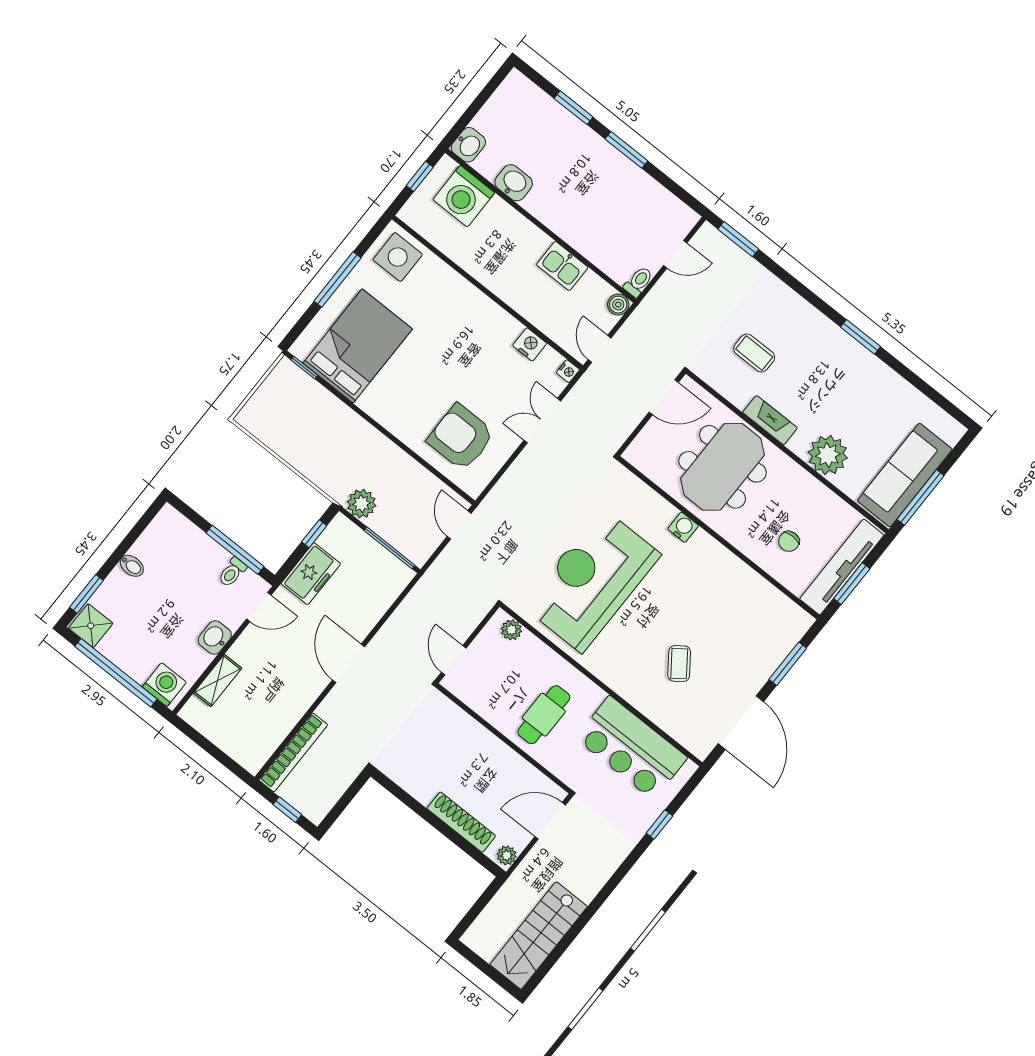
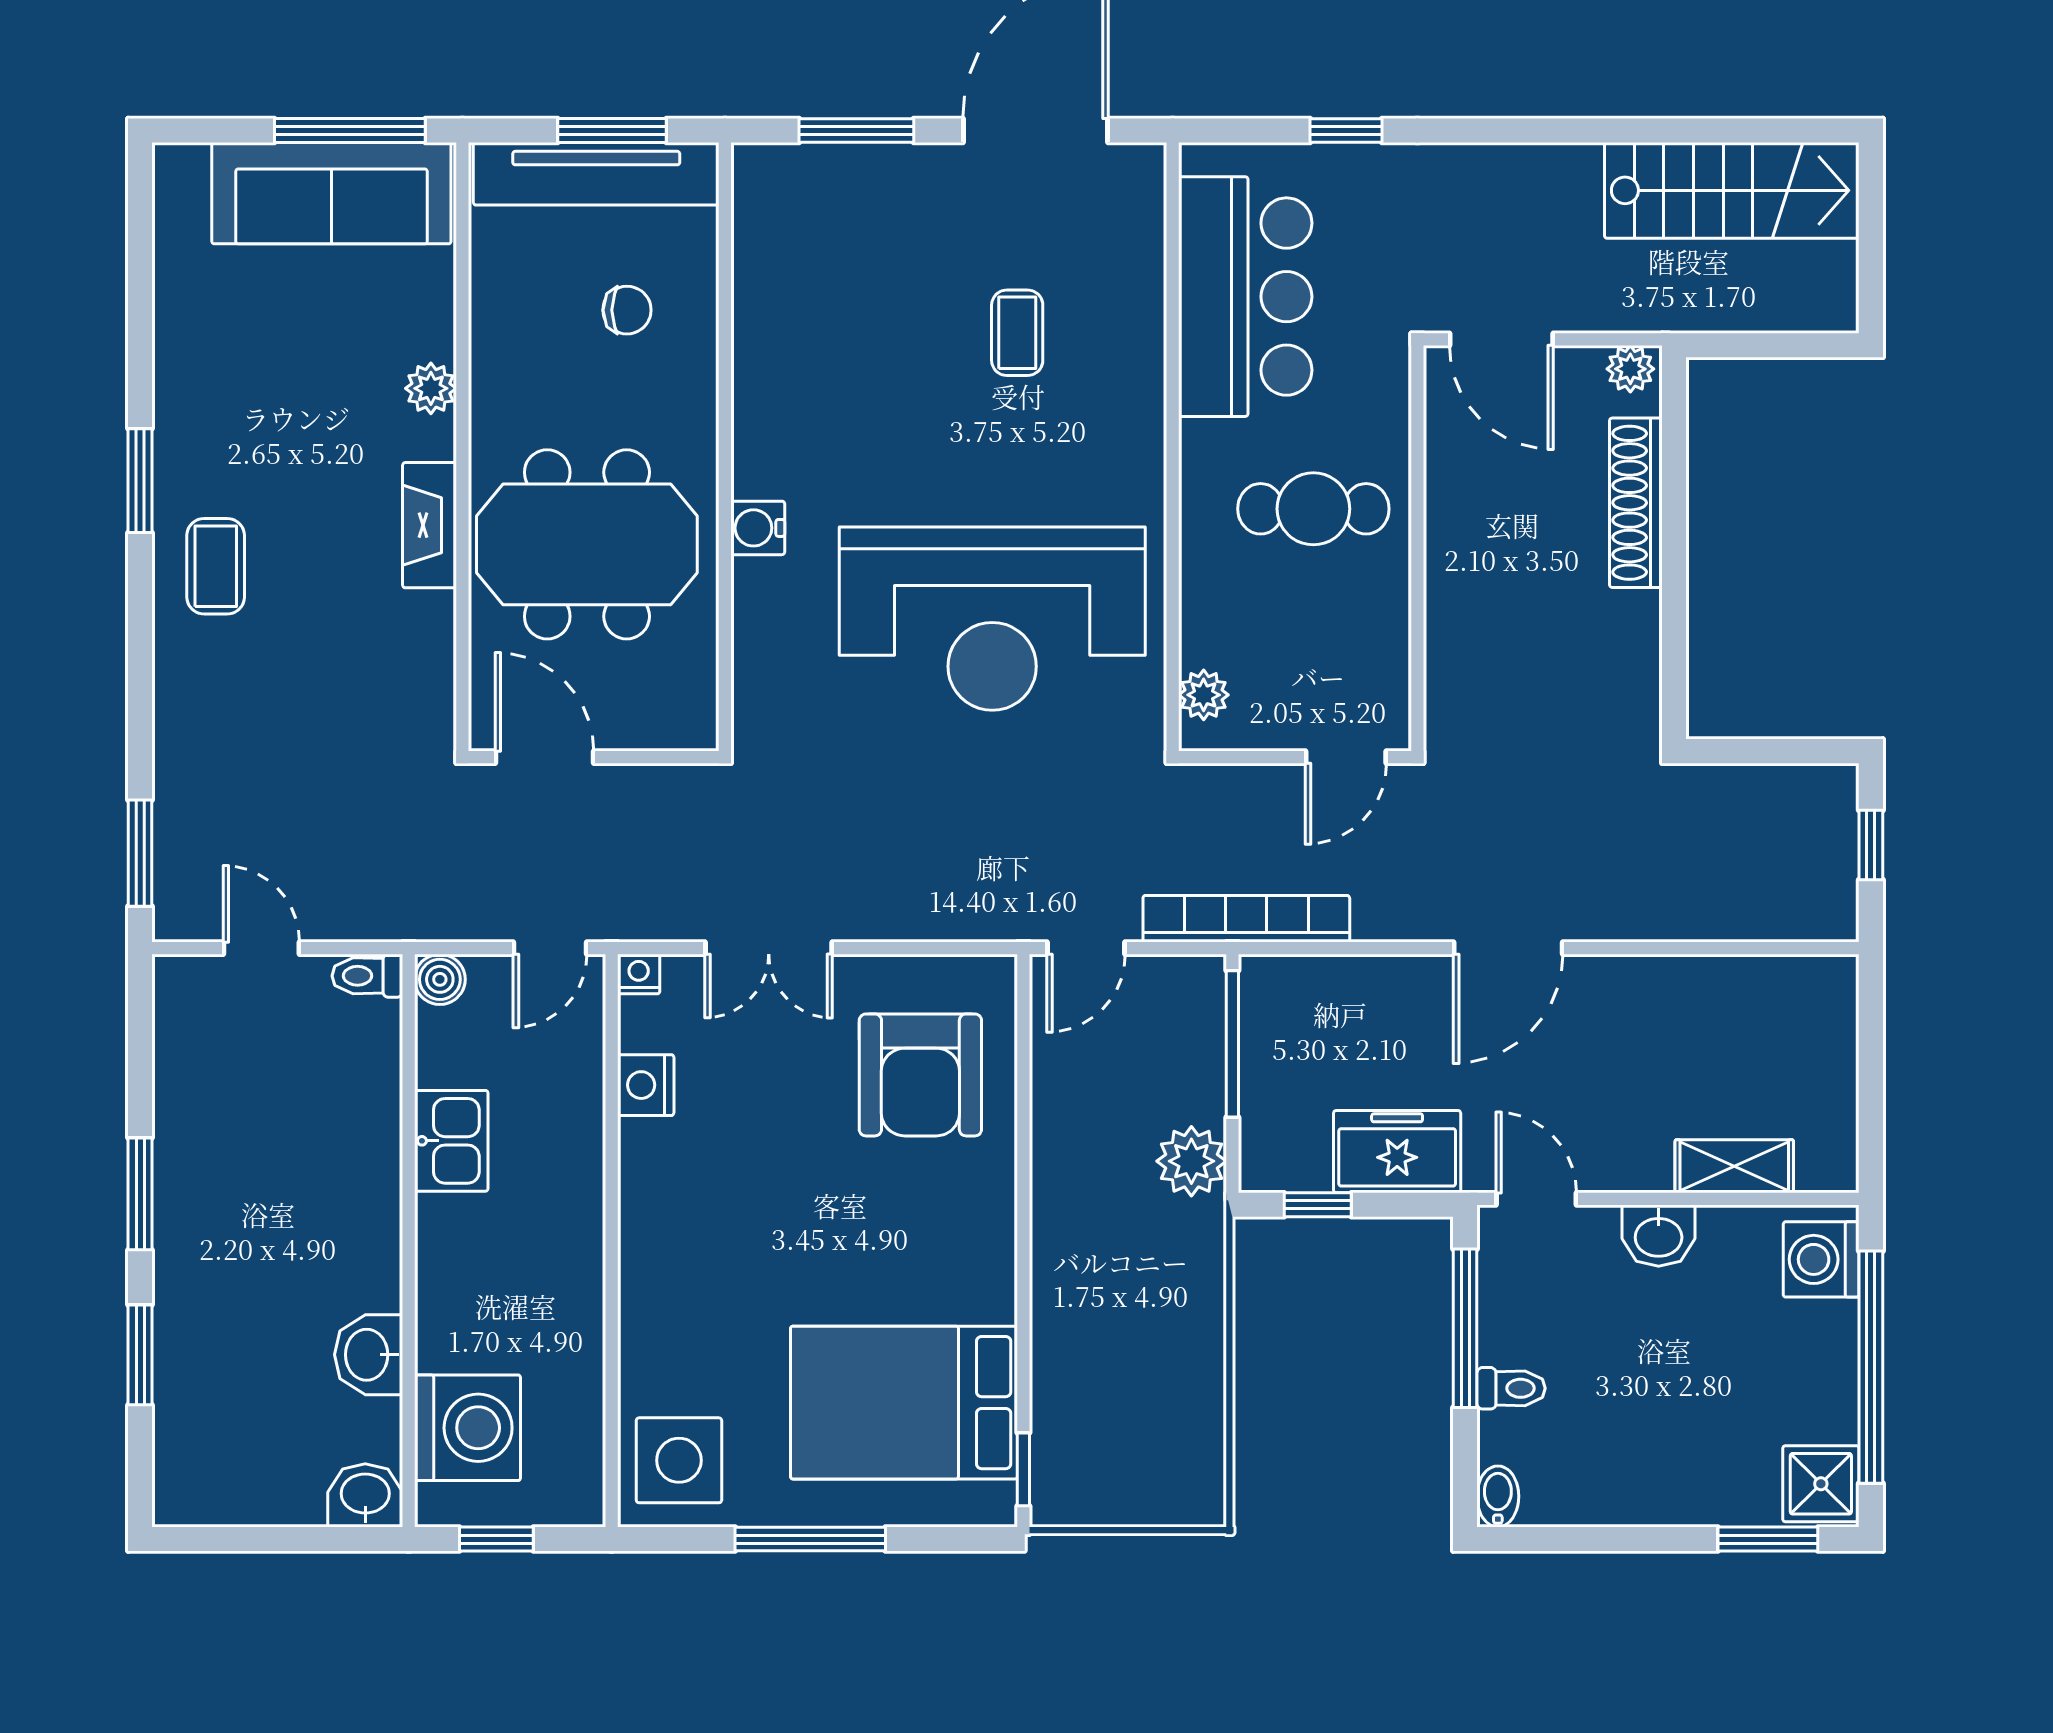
coffee table: (754, 353) -> (216, 566), moved
plant: (828, 455) -> (431, 388), width x0.53, depth x0.53
bidet: (132, 566) -> (1498, 1496), moved
toilet: (232, 572) -> (1511, 1388), moved
coffee table: (679, 664) -> (1017, 333), turned -54
bookcase: (293, 752) -> (1246, 919), moved

